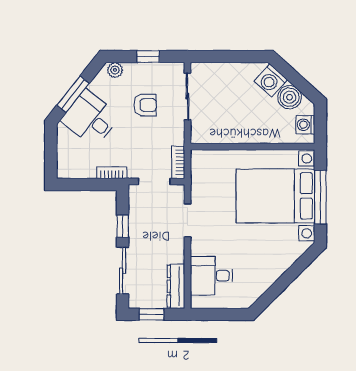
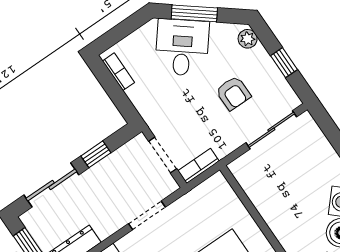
bookcase: (112, 173) -> (119, 72), moved

